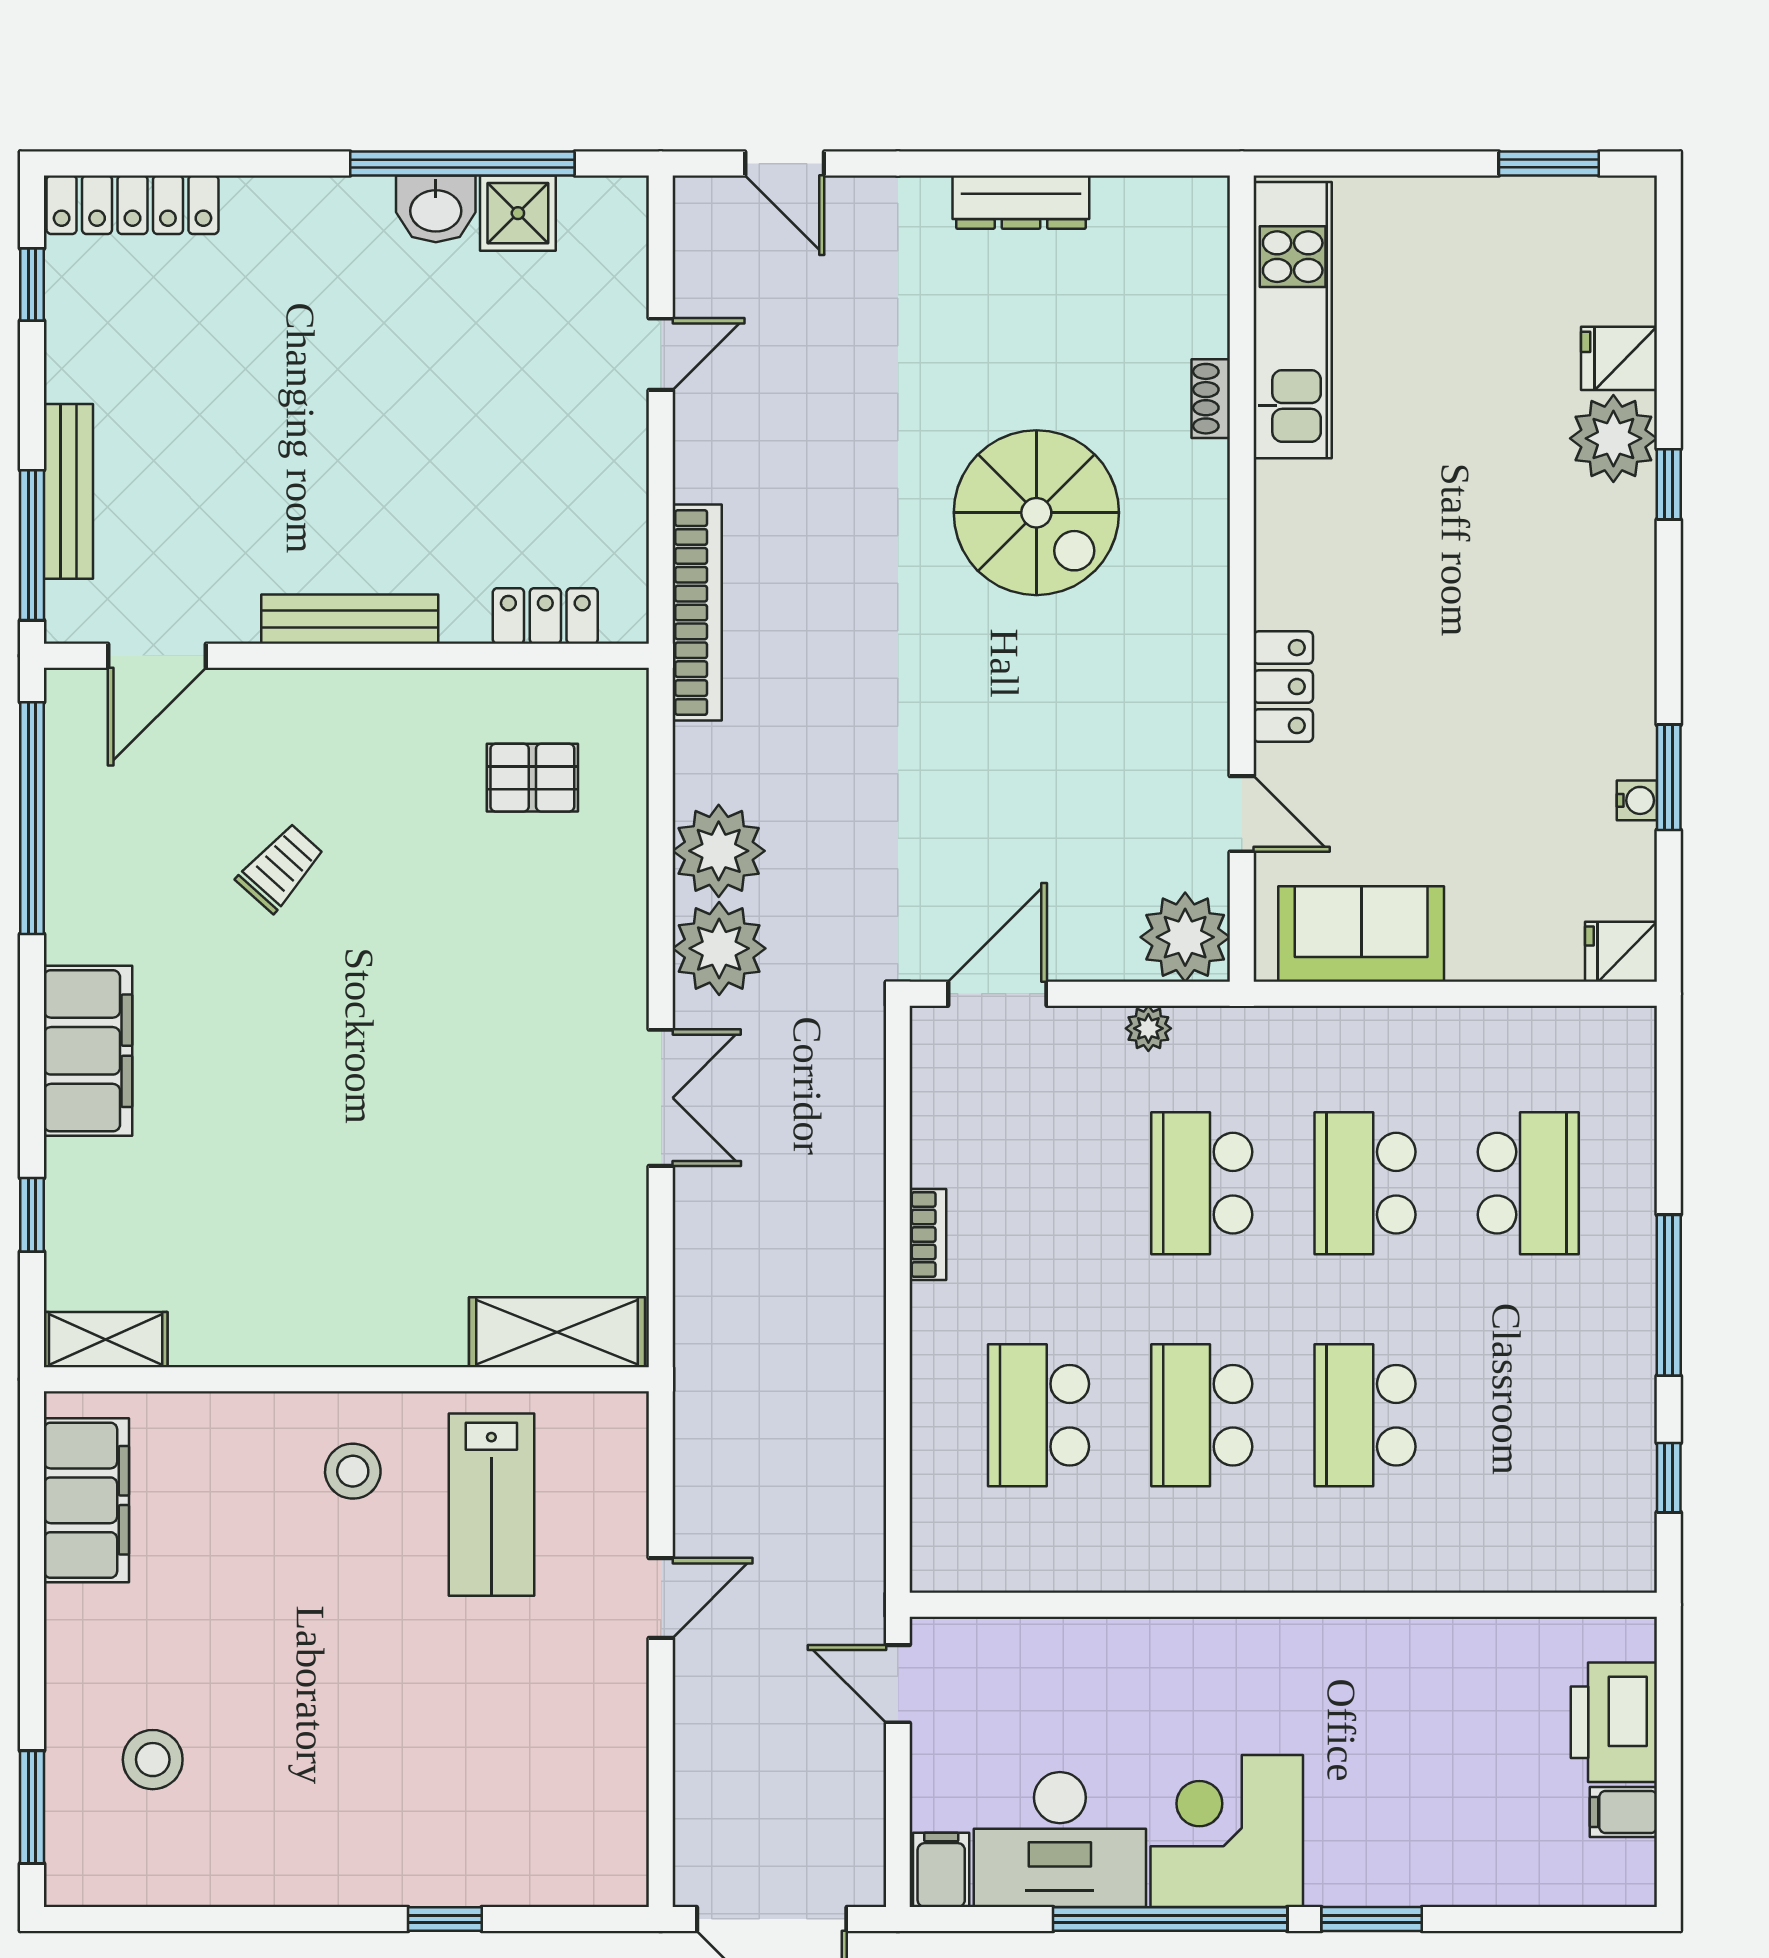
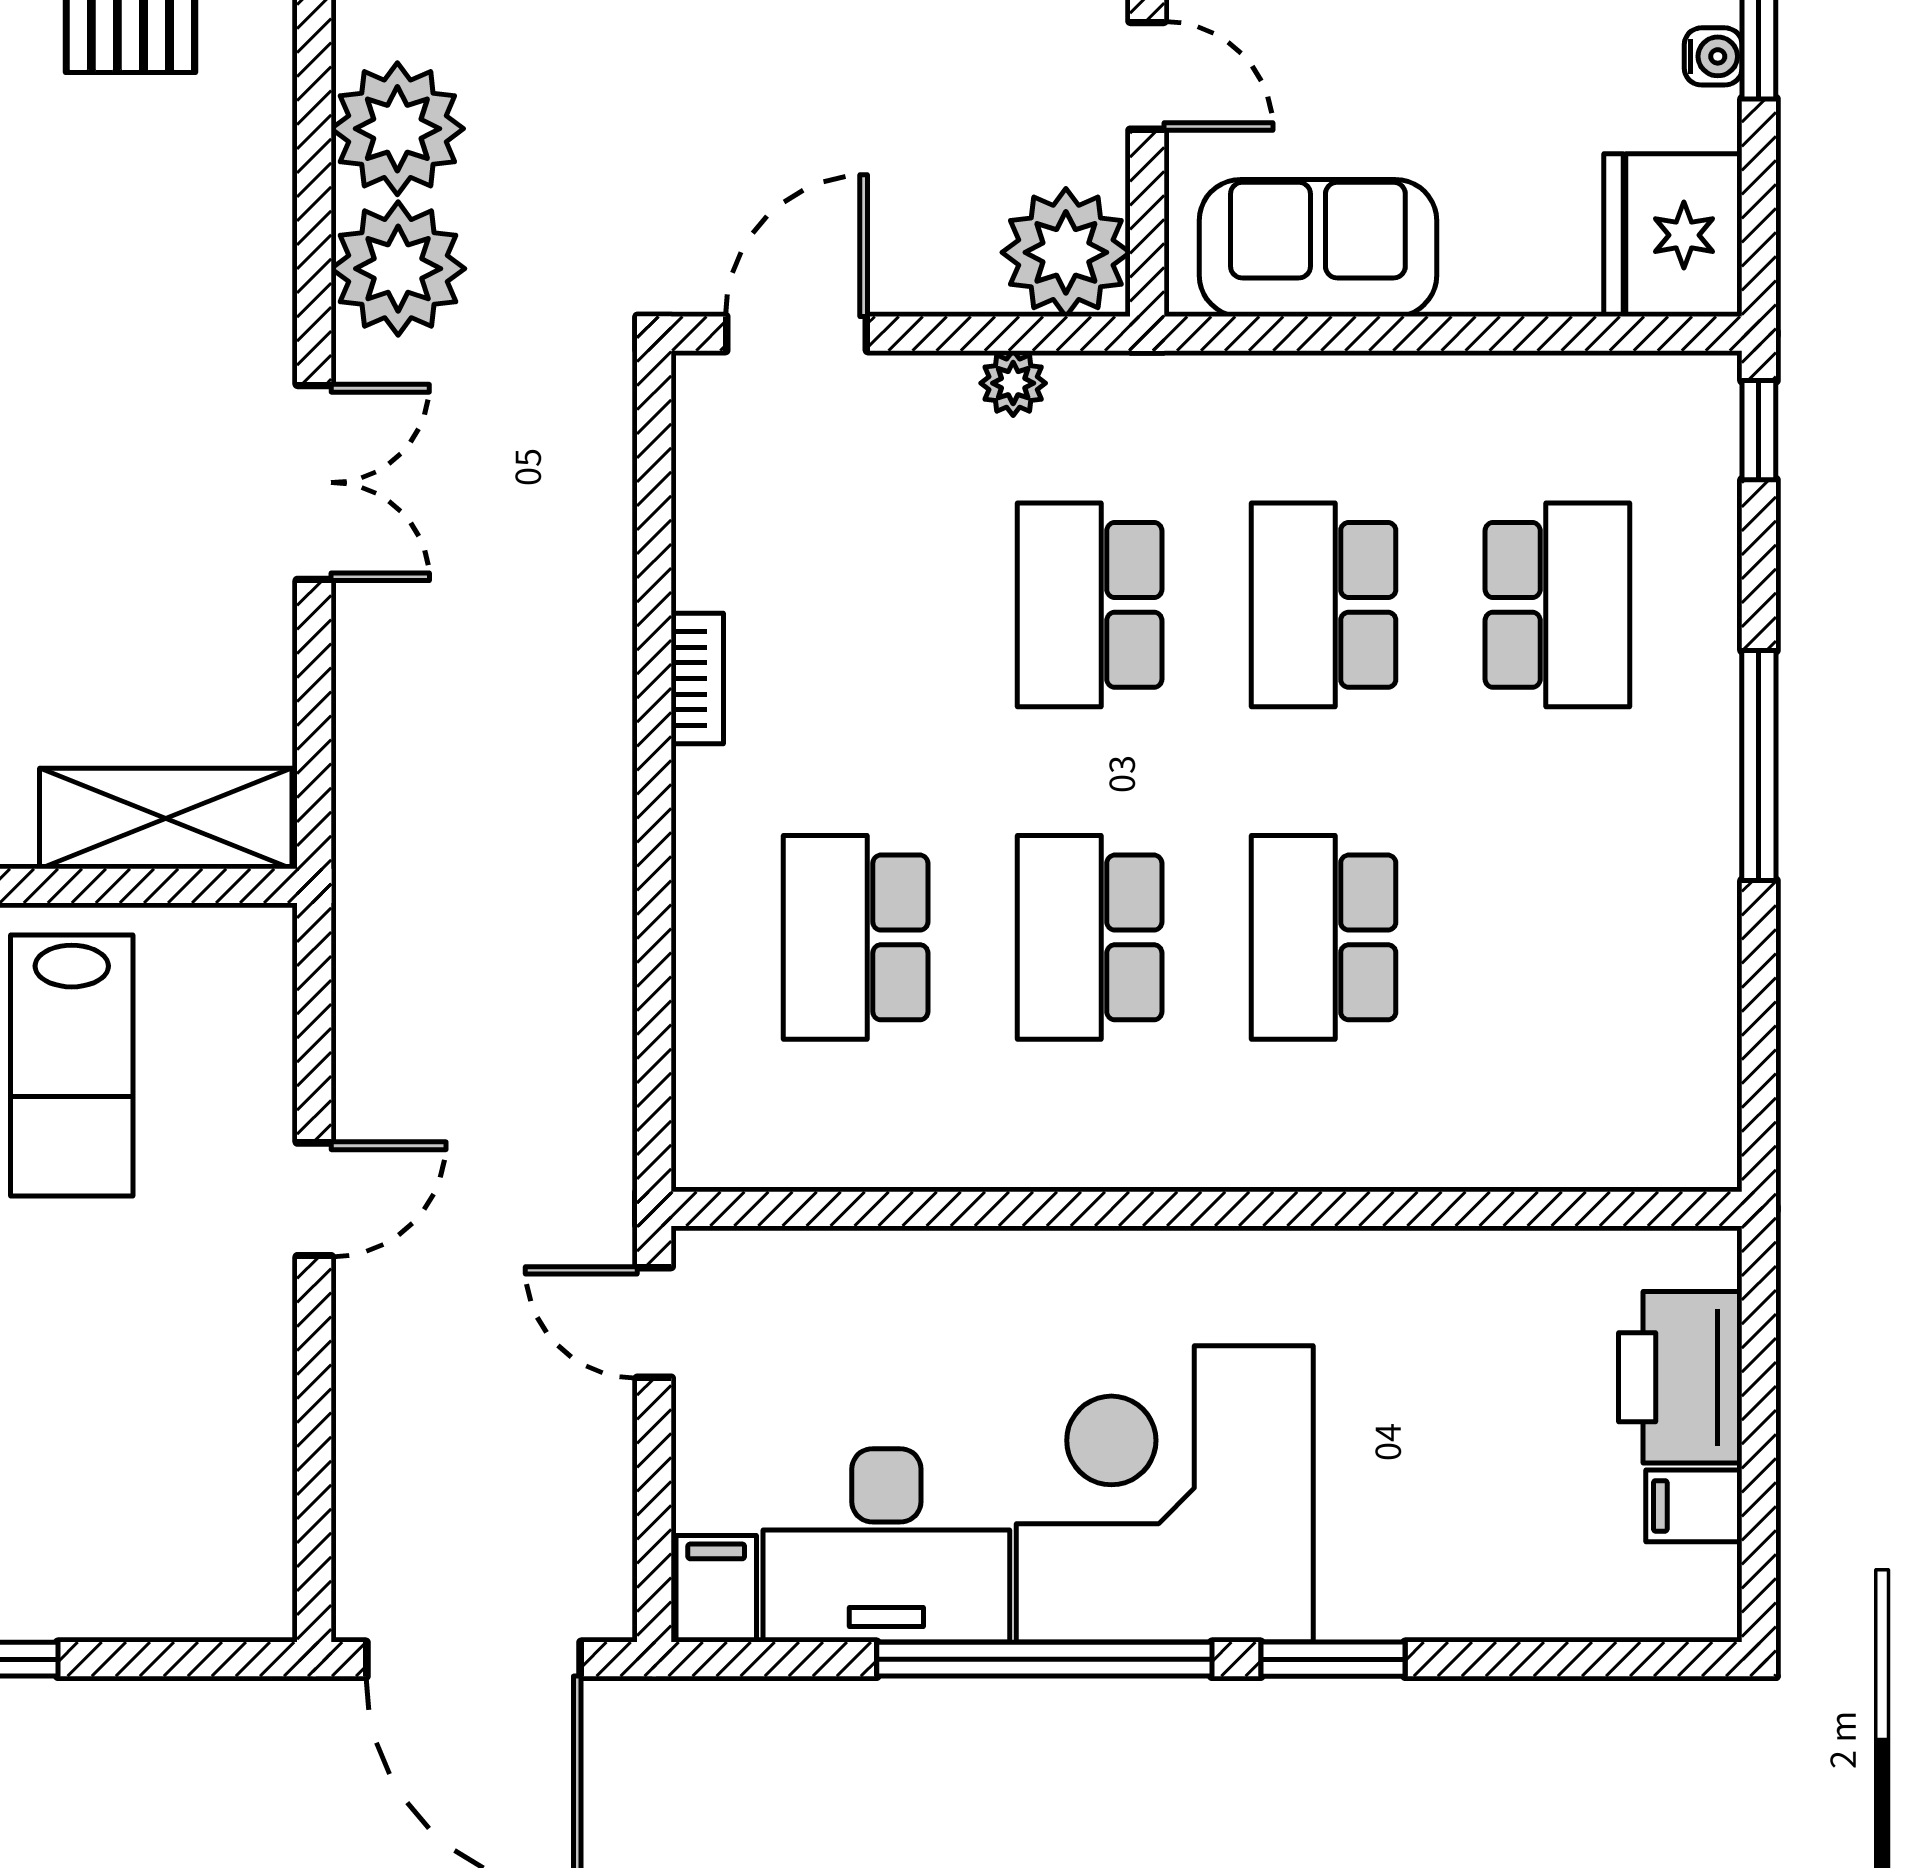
fridge: (1621, 952) -> (1673, 235), width x1.88, depth x1.34
window: (1669, 1478) -> (1759, 430), moved
corner desk: (1227, 1831) -> (1165, 1494), width x1.36, depth x1.36

